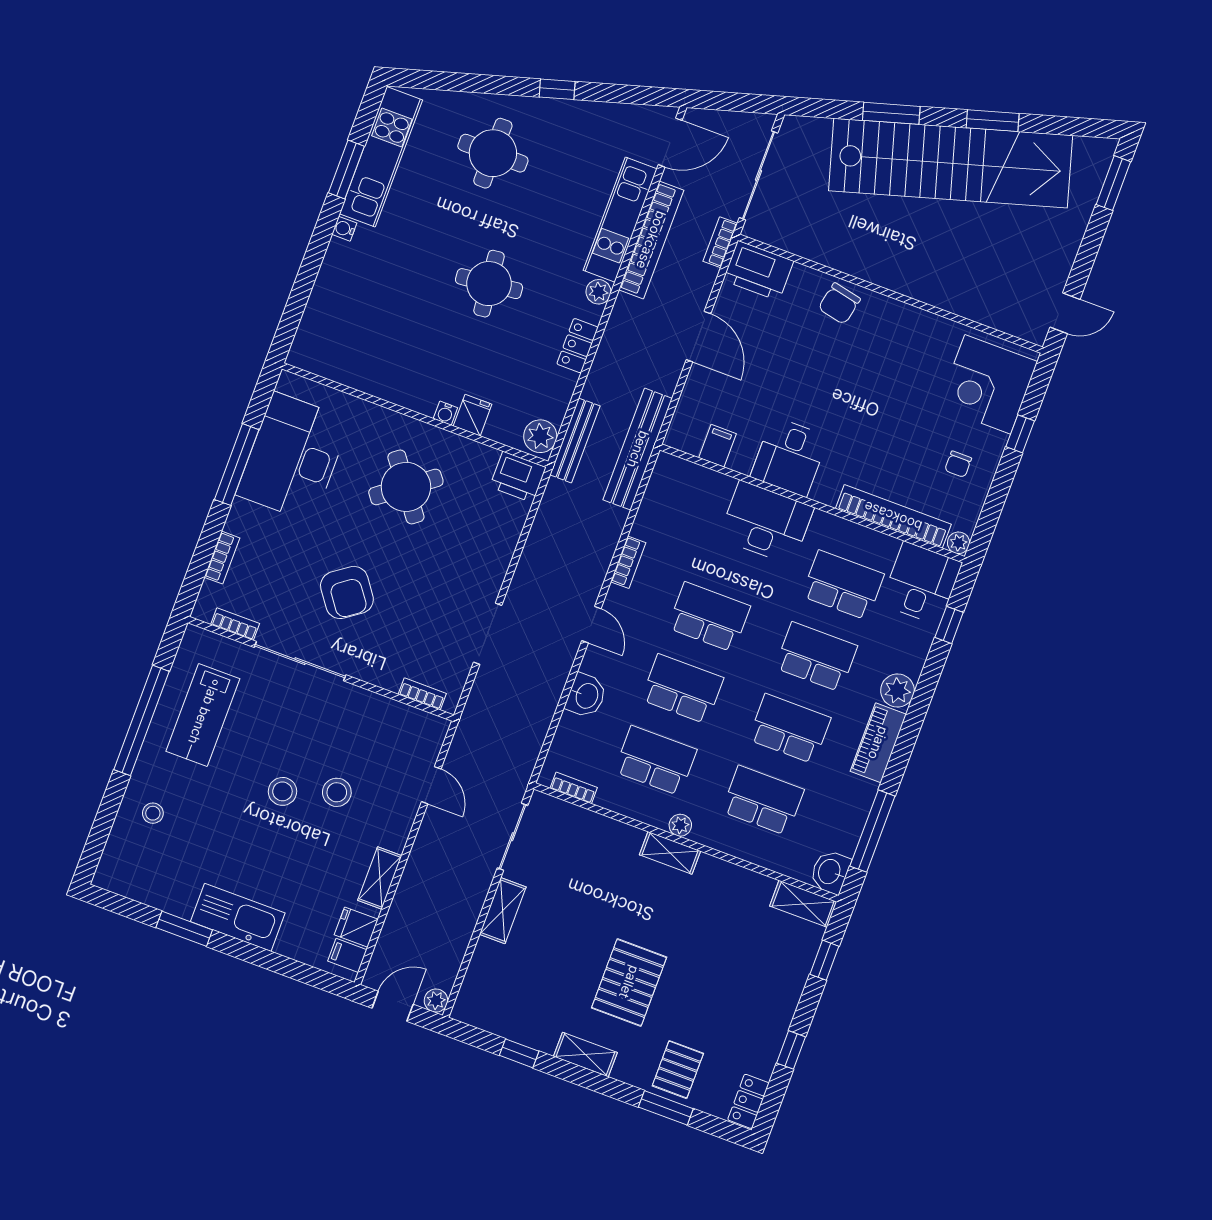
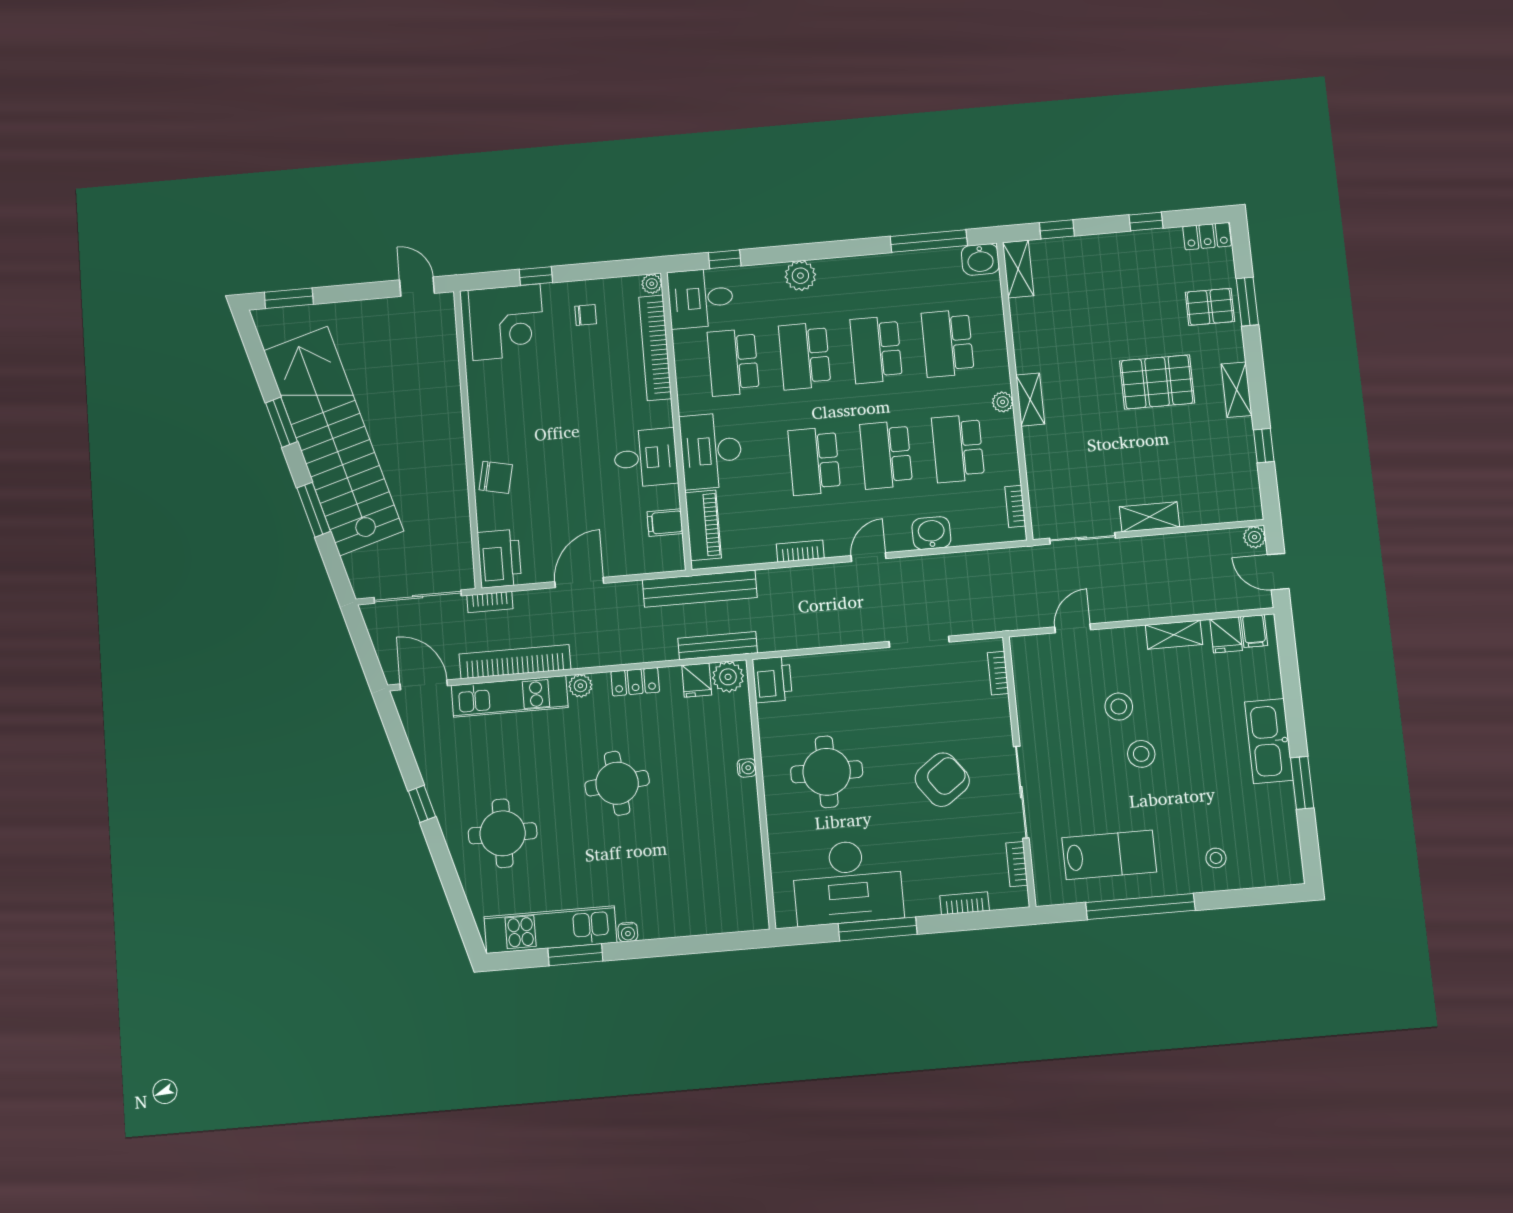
fridge: (473, 415) -> (697, 680), moved, turned -90
round table: (406, 487) -> (827, 772), turned 37
piano: (878, 743) -> (703, 525), moved, turned -90

